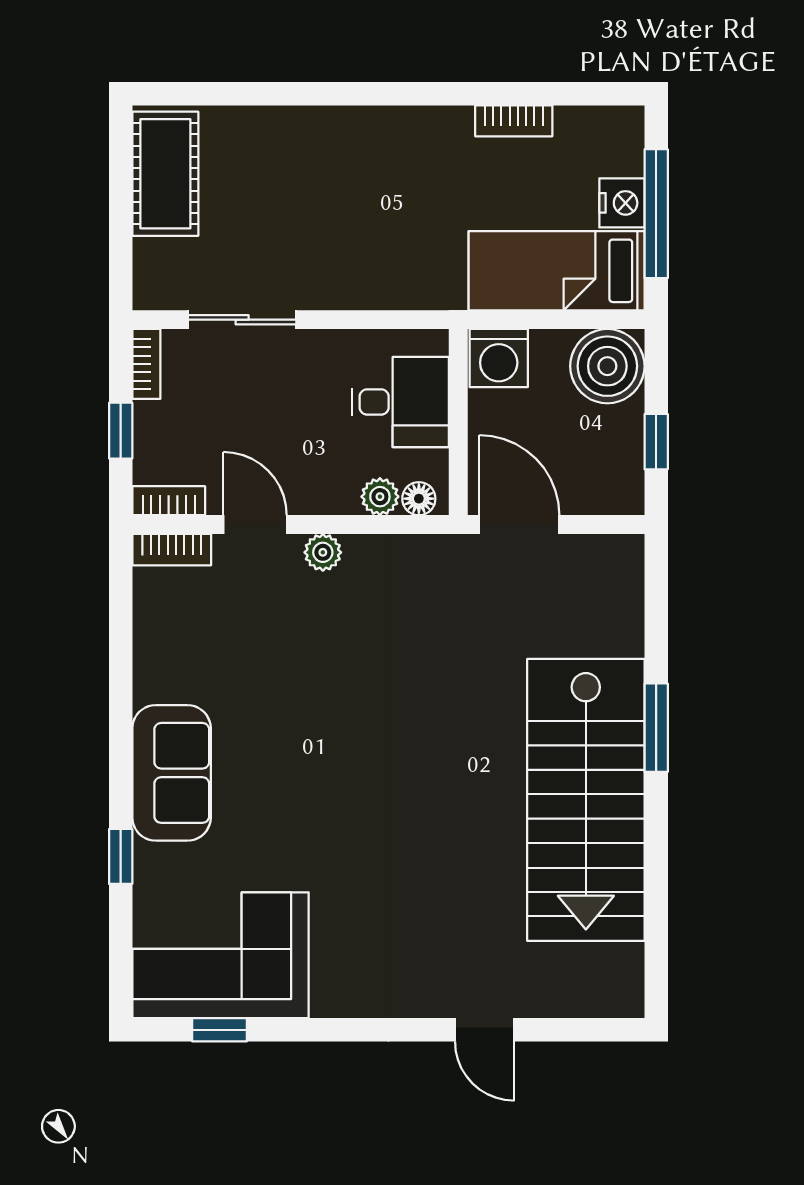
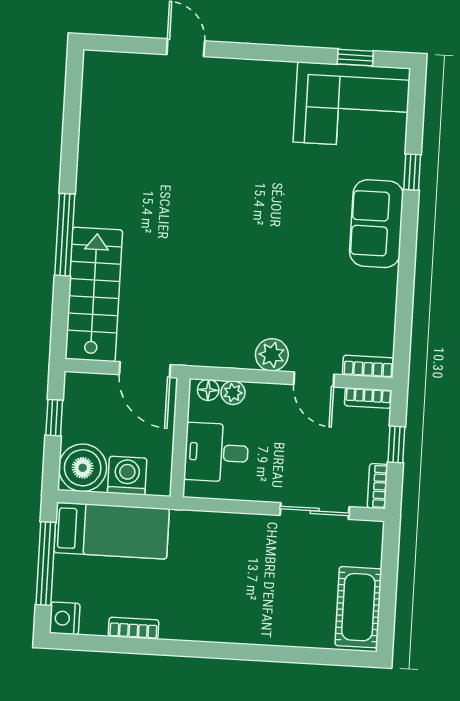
nightstand: (622, 203) -> (65, 618), moved
washing machine: (499, 358) -> (127, 476), moved
plant: (323, 552) -> (272, 355), width x1.38, depth x1.38
window: (656, 728) -> (65, 235), width x1.44
stairs: (586, 800) -> (94, 294), moved, width x0.73, depth x0.66

